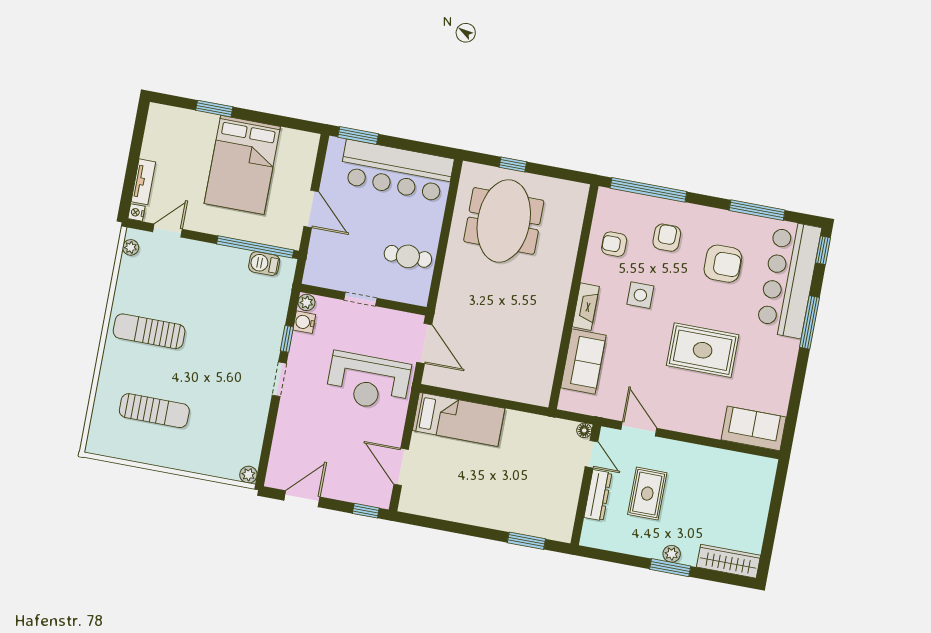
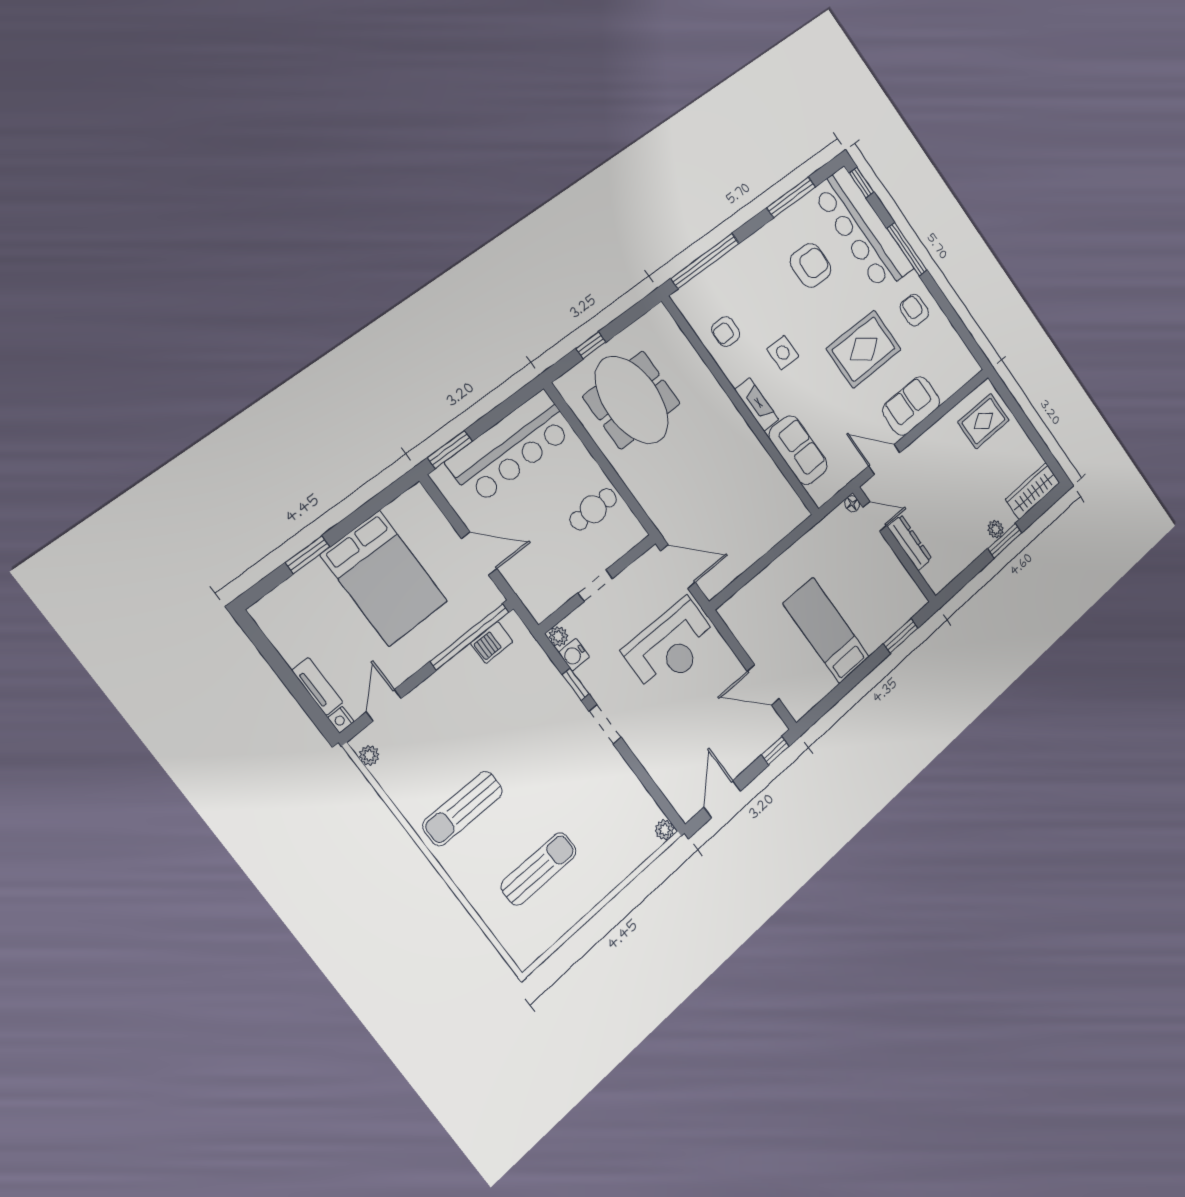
armchair: (667, 238) -> (914, 310), moved
bed: (459, 419) -> (826, 630), moved, turned -90
sofa: (754, 428) -> (911, 406), moved
rug: (647, 494) -> (984, 421), moved, turned 90

